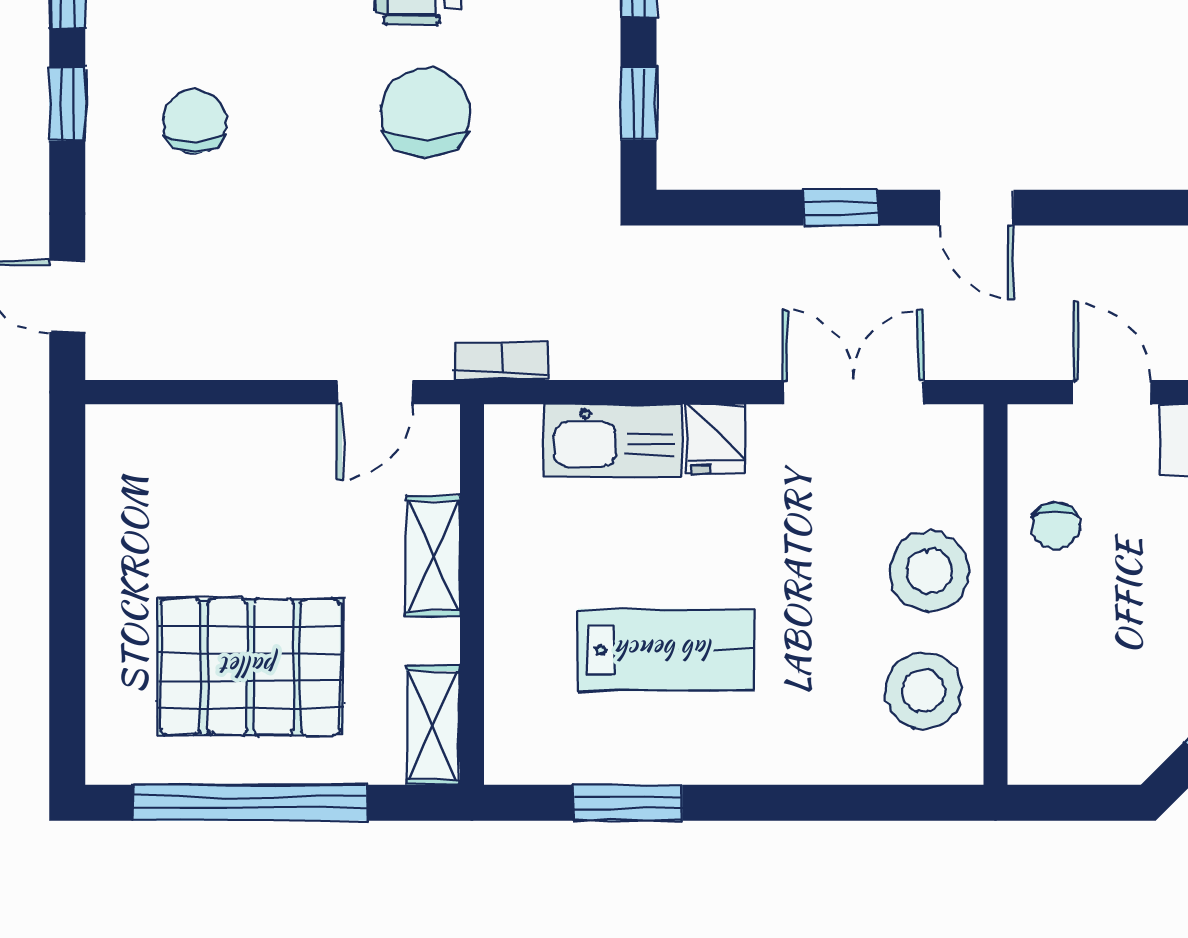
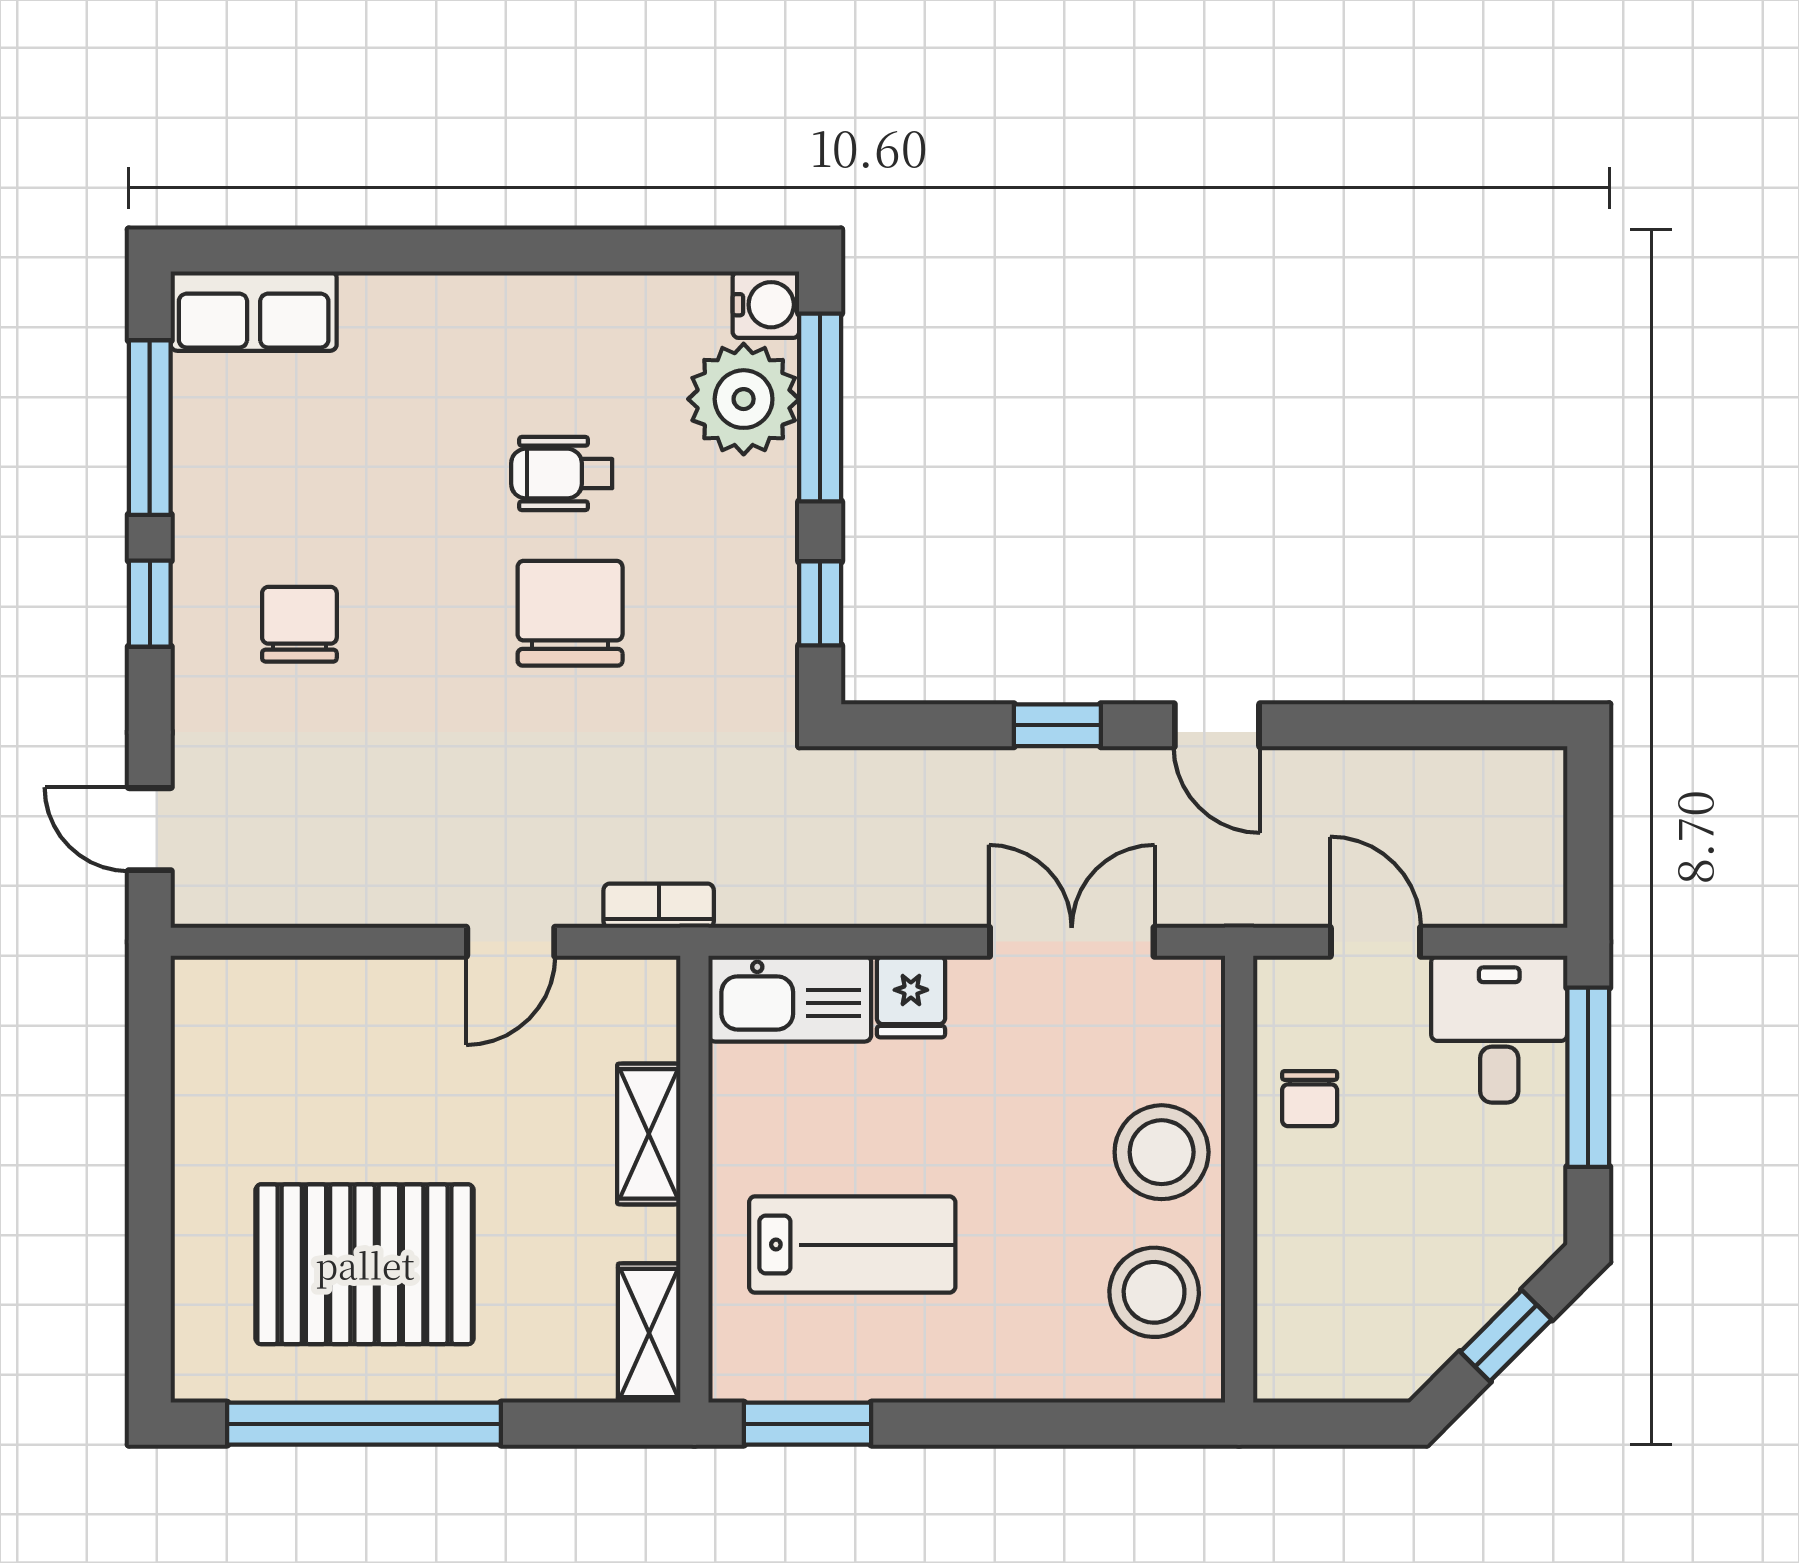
shelving: (433, 556) -> (649, 1134), moved
wall: (472, 594) -> (694, 1179), moved
shelving: (433, 725) -> (649, 1333), moved

